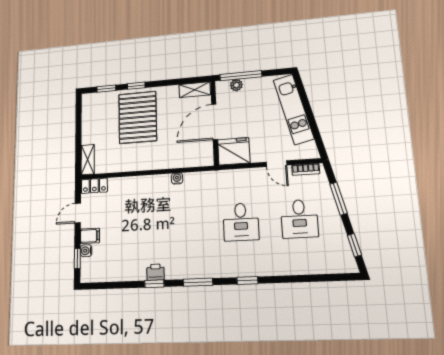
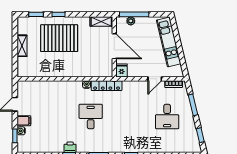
pallet: (138, 117) -> (59, 38), turned 90
door: (215, 122) -> (114, 46), swing flipped
fridge: (234, 151) -> (122, 70), width x0.53, depth x0.75
shelving: (88, 160) -> (22, 46), moved
door: (277, 164) -> (155, 79), hinge flipped
locker: (94, 186) -> (107, 86), moved, width x1.53
desk: (241, 222) -> (91, 117), moved, turned 180

